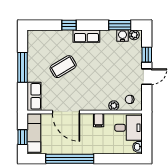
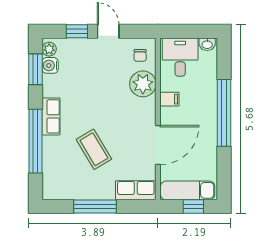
window: (69, 25) -> (35, 141), width x3.17
plant: (114, 106) -> (143, 84), width x1.88, depth x1.88
window: (70, 159) -> (224, 113), moved

